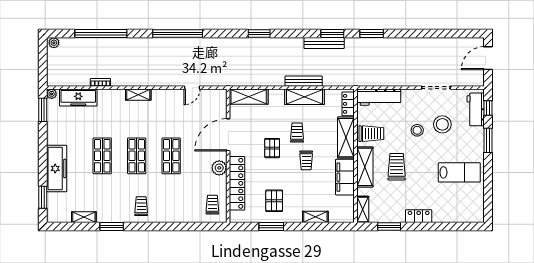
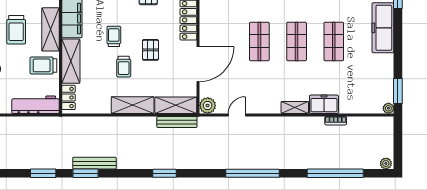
bench: (304, 81) -> (177, 122), moved
shelving: (304, 97) -> (133, 105), moved
freezer: (78, 98) -> (324, 104), moved, width x0.71
plant: (219, 168) -> (208, 105), moved

